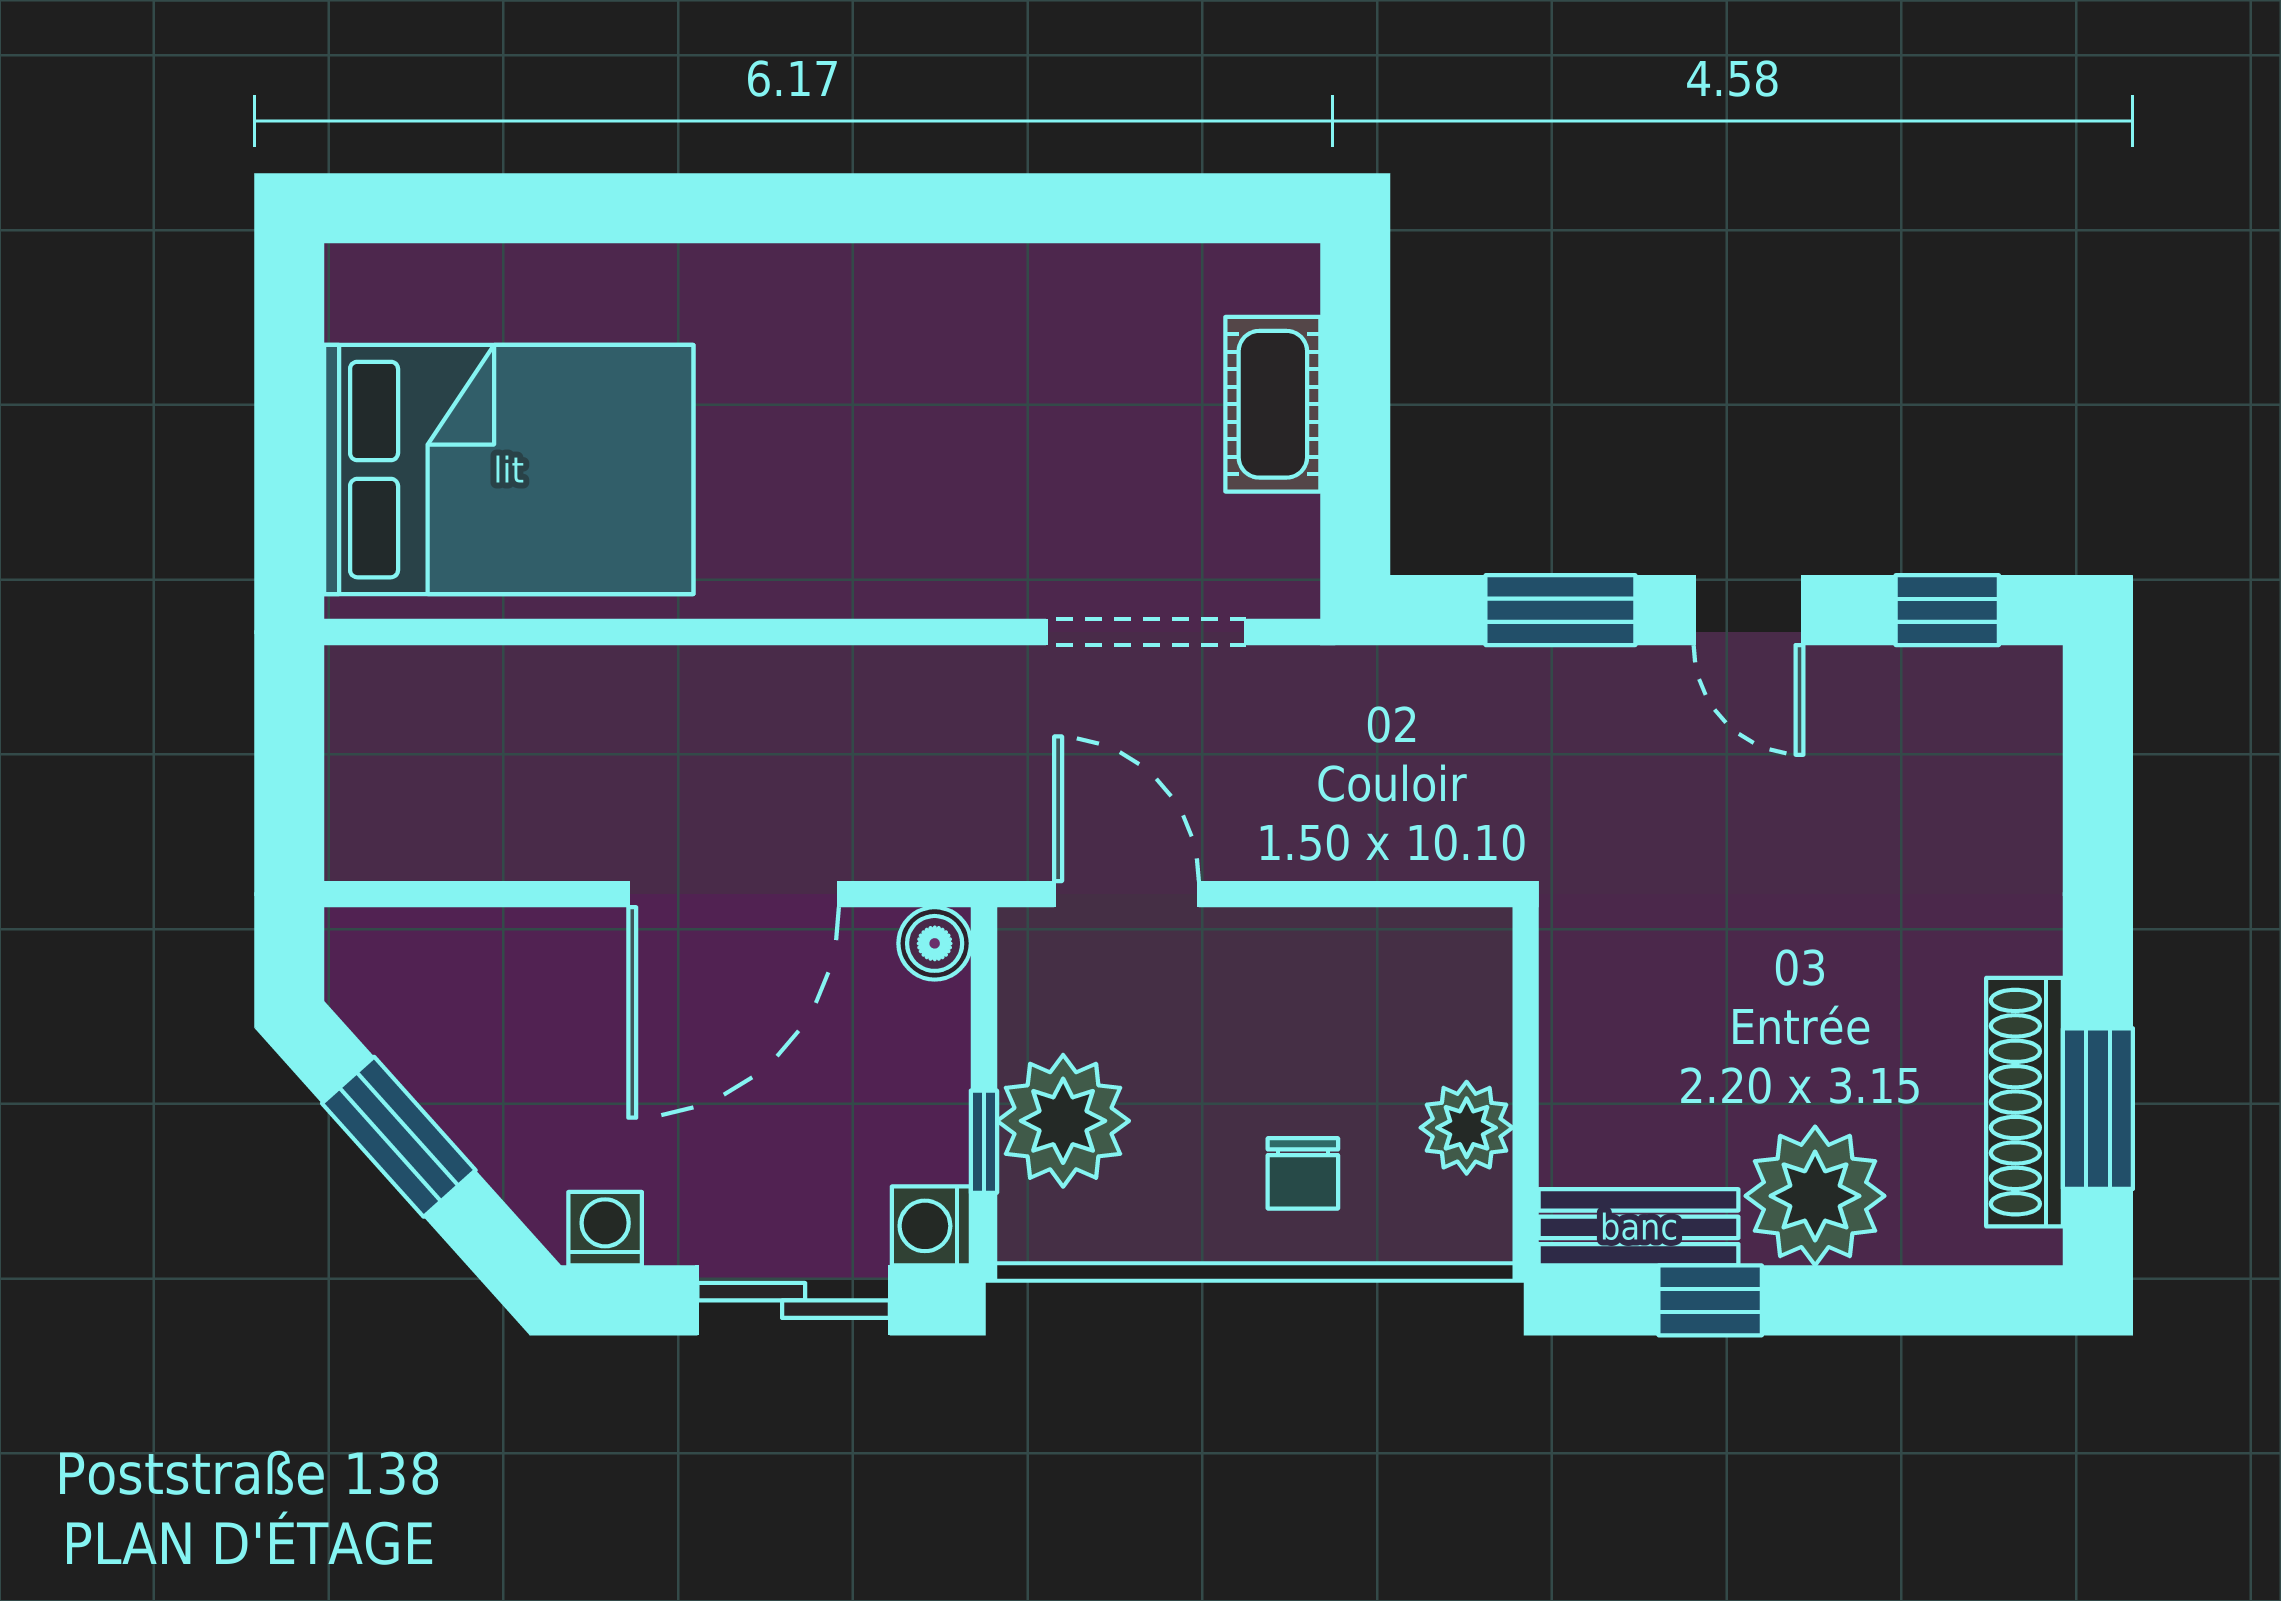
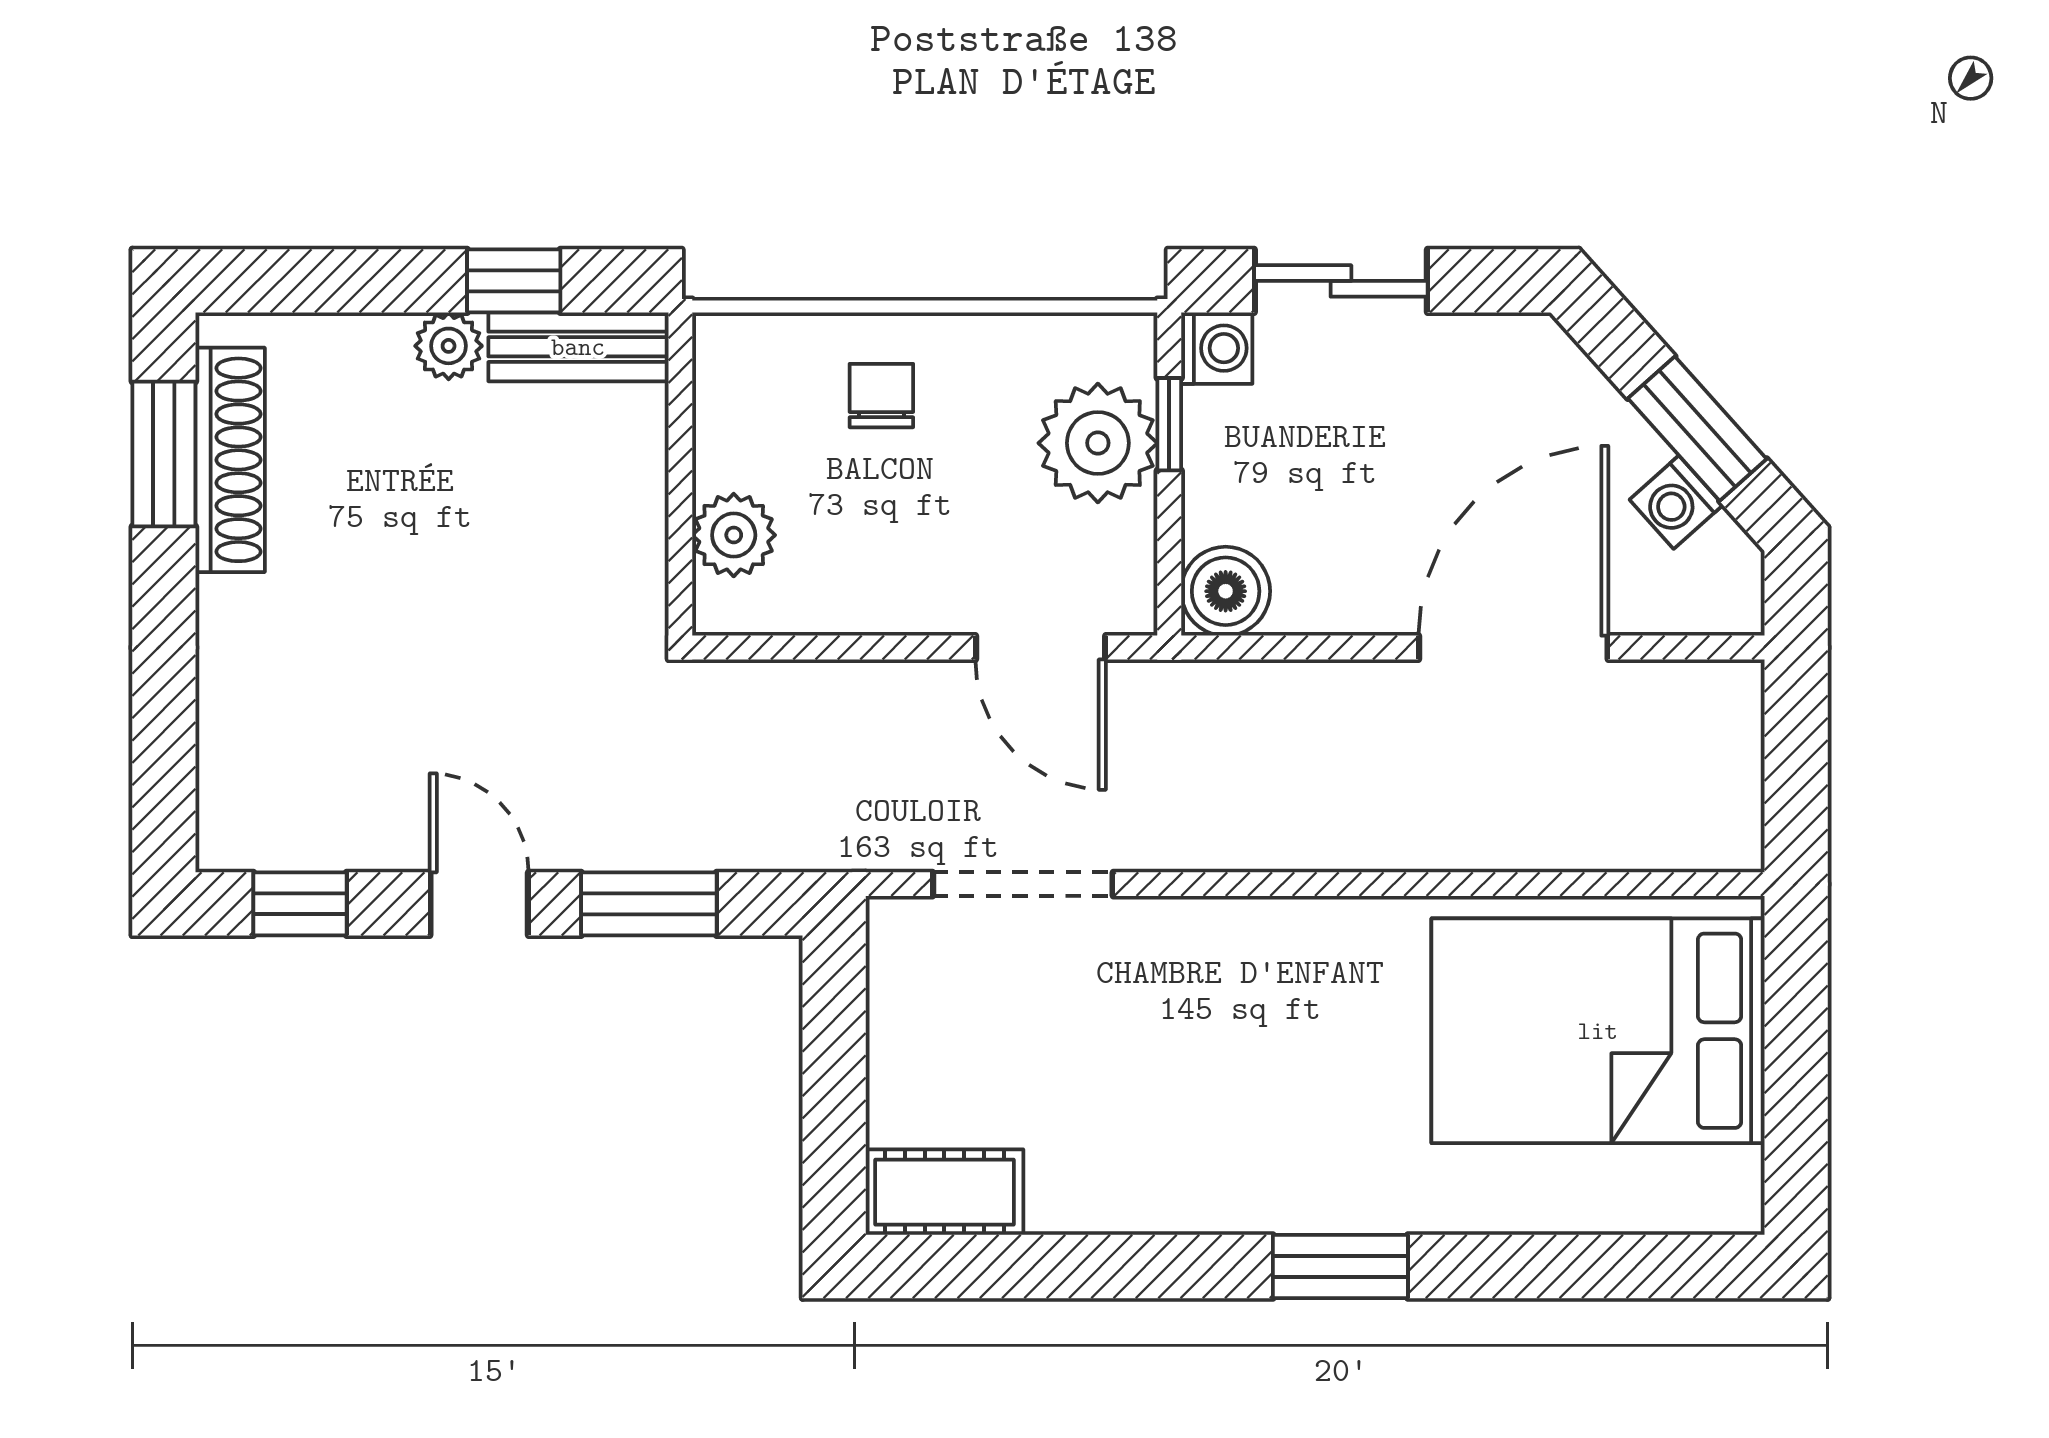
window: (794, 208) -> (1340, 1267), added
cot: (1273, 404) -> (944, 1192), moved, turned 90
door: (734, 894) -> (1513, 648), moved
boiler: (935, 943) -> (1226, 591), width x1.36, depth x1.36
plant: (1467, 1128) -> (734, 535), moved
plant: (1815, 1196) -> (449, 346), width x0.53, depth x0.53
washing machine: (605, 1229) -> (1676, 502), moved, turned 48

